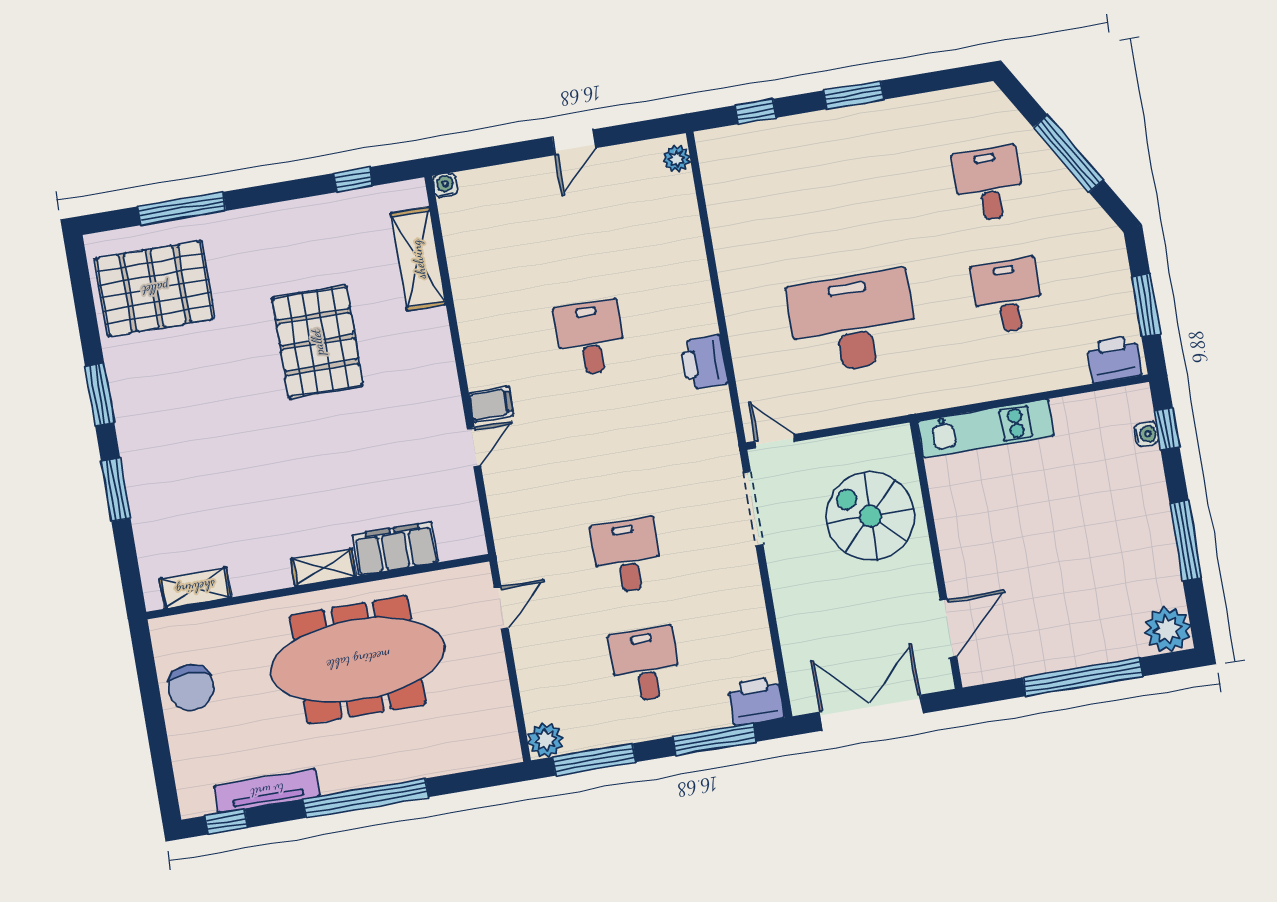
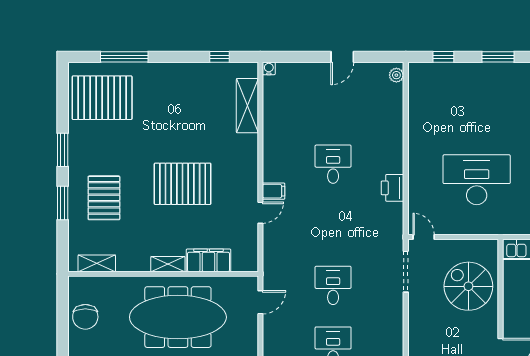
pallet: (317, 342) -> (183, 184), moved, turned 90
pallet: (188, 468) -> (104, 198), added

